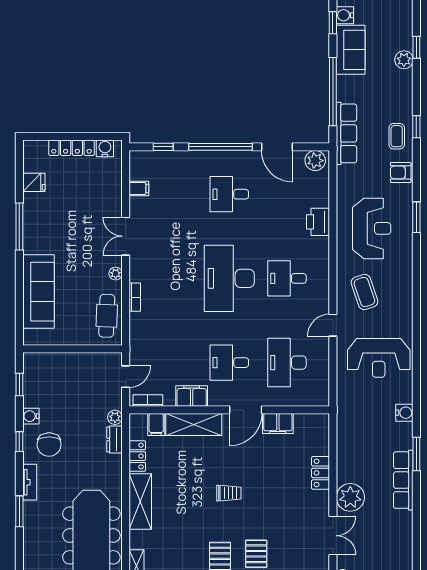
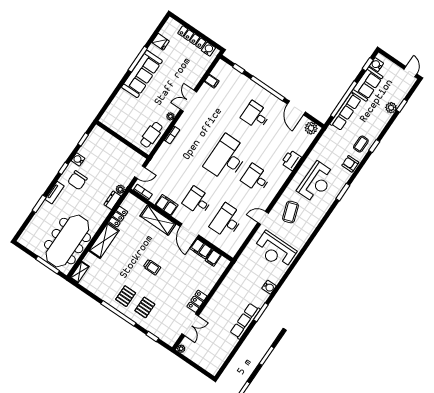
row of seats: (346, 133) -> (345, 112), moved
sofa: (38, 292) -> (142, 74), moved
door: (246, 410) -> (189, 231), hinge flipped
filing cabinet: (156, 425) -> (213, 258), moved
locker: (321, 473) -> (197, 301), moved
plant: (350, 497) -> (212, 311), removed

